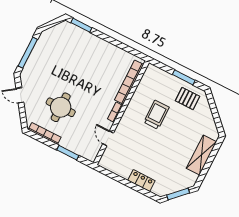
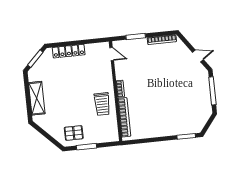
round table: (61, 107) -> (162, 66), removed
trolley: (156, 115) -> (102, 104), moved
door: (108, 138) -> (112, 54), moved
locker: (141, 180) -> (69, 51), width x1.53

